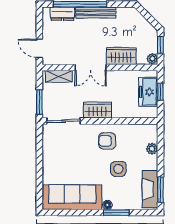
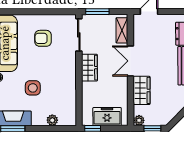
window: (160, 92) -> (93, 128), moved
armchair: (107, 141) -> (43, 38), moved, turned -90

